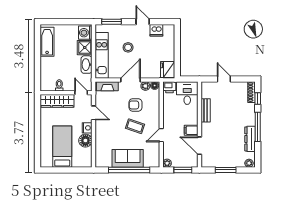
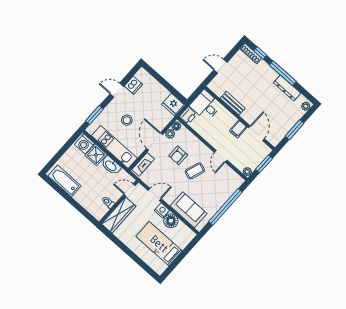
door: (199, 146) -> (256, 133), swing flipped
sofa: (128, 158) -> (189, 210), moved, turned 90

